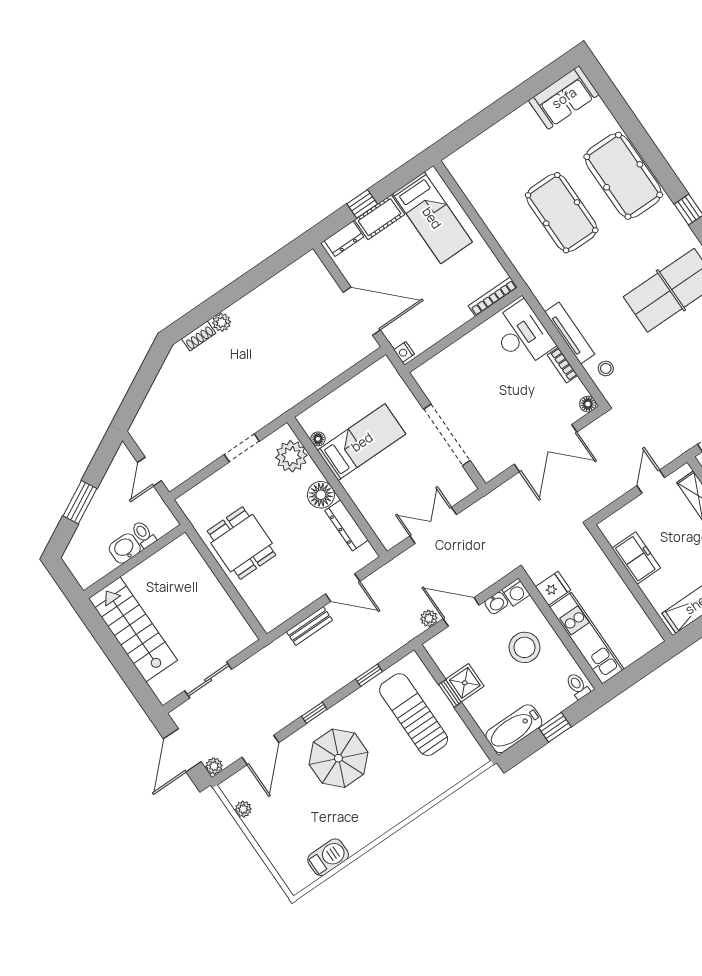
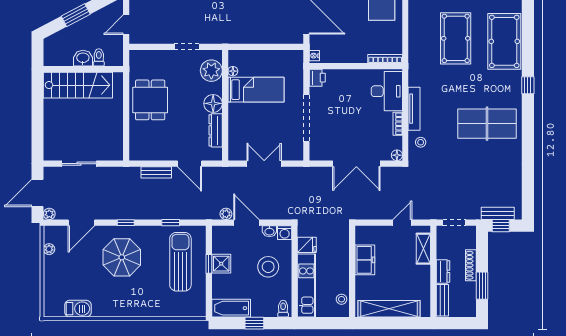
printer: (426, 376) -> (317, 78), added
stool: (641, 625) -> (342, 299), added
stairs: (133, 629) -> (78, 85), moved, turned 90

